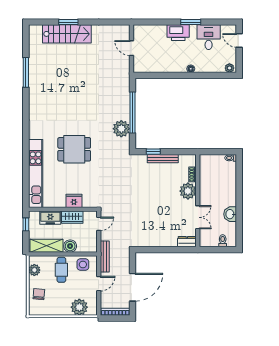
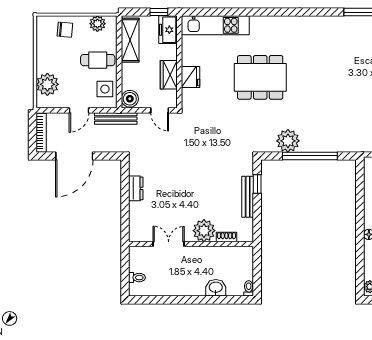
dining table: (74, 149) -> (260, 77), width x1.38
kitchen unit: (36, 174) -> (215, 25), width x0.73
washbasin: (230, 214) -> (216, 288), moved
double door: (198, 217) -> (169, 244), swing flipped
freezer: (50, 218) -> (168, 30), moved
dresser: (187, 242) -> (136, 188), moved
boiler: (70, 246) -> (130, 99), moved
door: (99, 284) -> (79, 110), hinge flipped
door: (132, 287) -> (74, 156), hinge flipped

